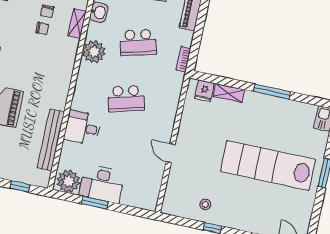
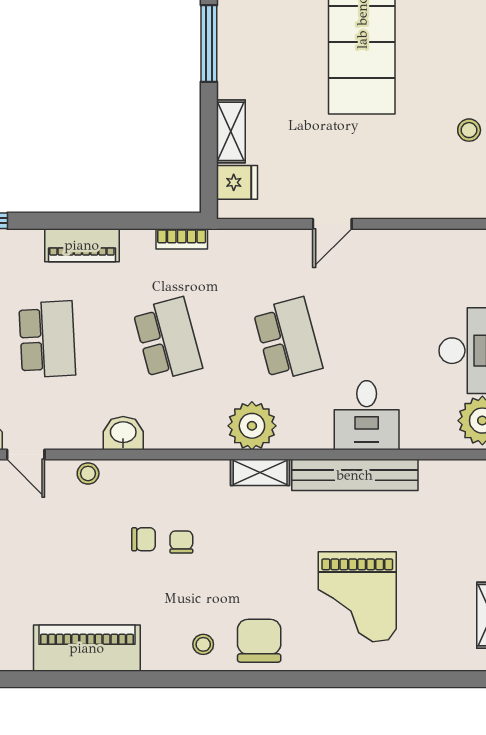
shelving: (77, 23) -> (260, 472), moved
plant: (94, 52) -> (252, 426), moved
bench: (51, 140) -> (355, 475), moved
door: (171, 153) -> (332, 224), moved

